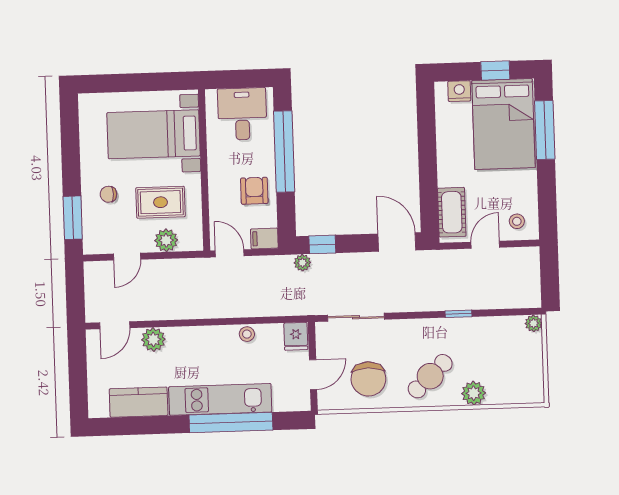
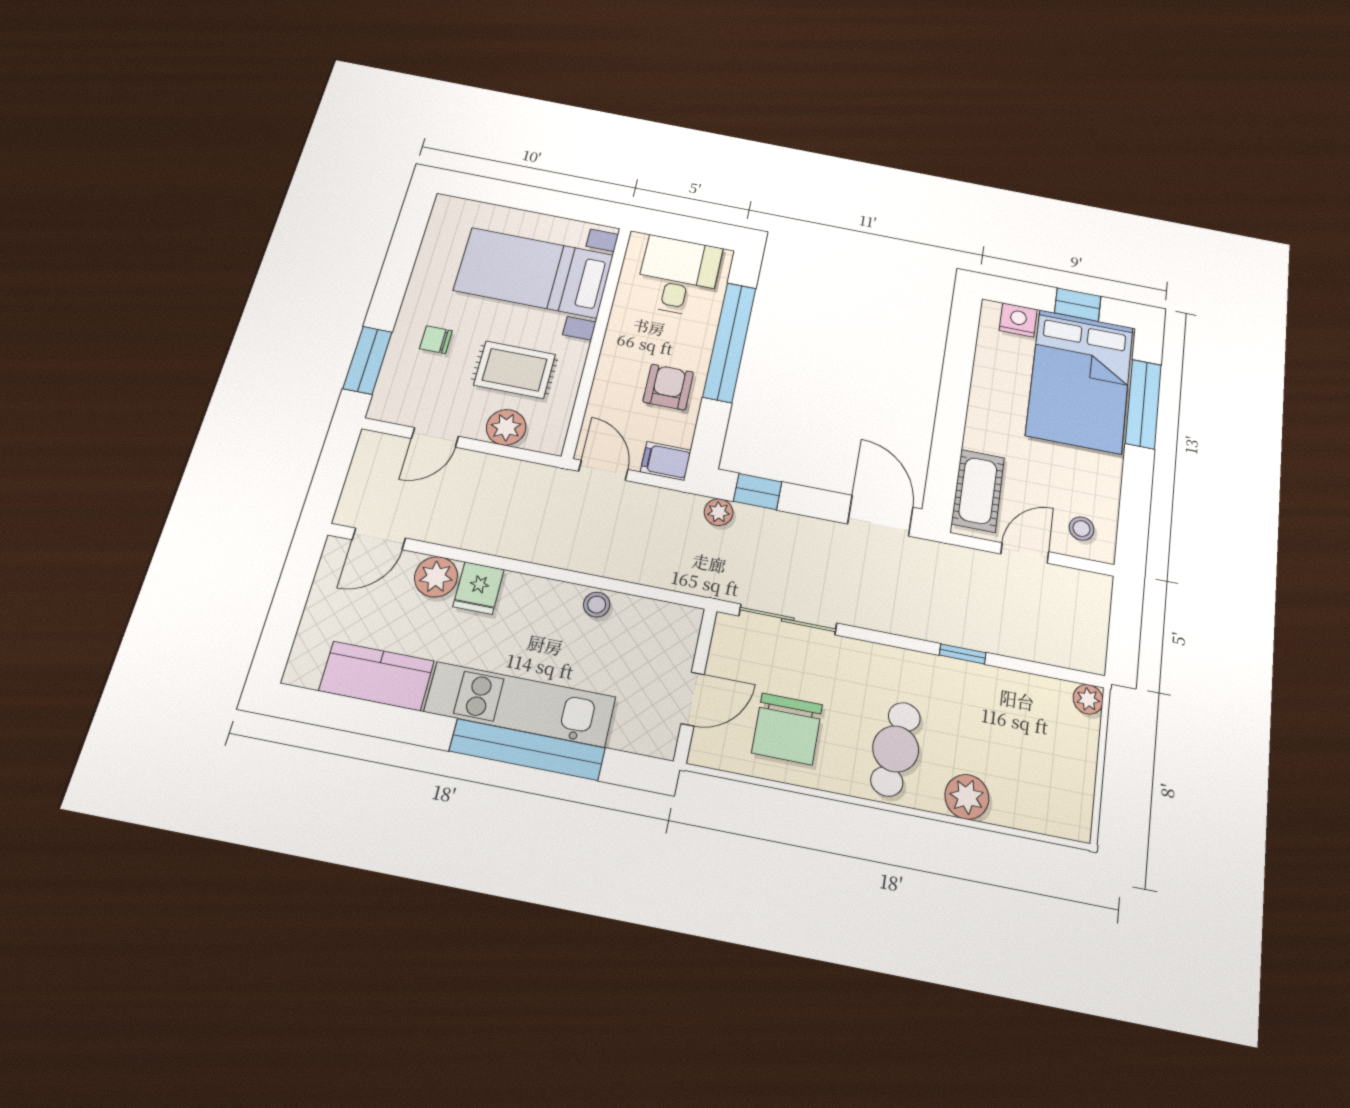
fridge: (296, 336) -> (479, 588), moved
cafe table: (430, 376) -> (896, 749), turned -40

